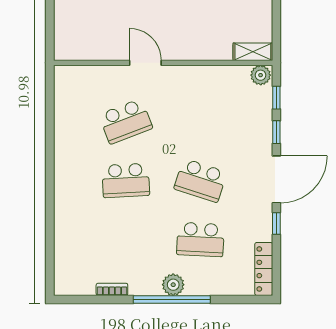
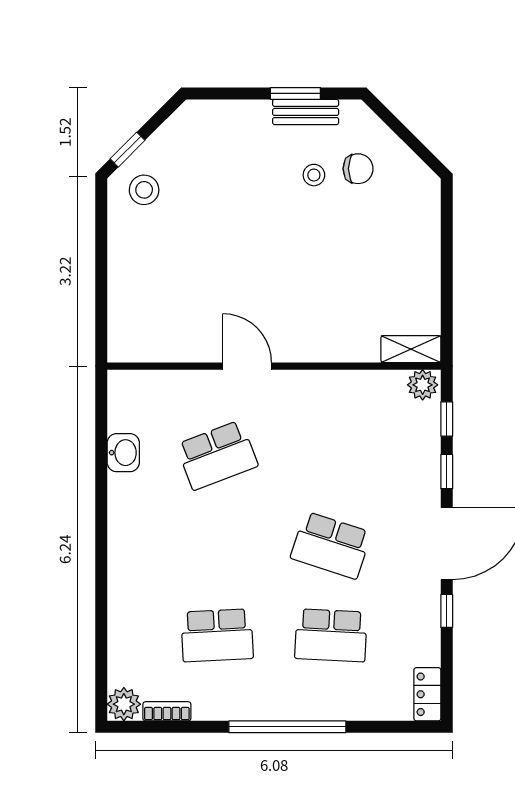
washbasin: (64, 120) -> (123, 453), added
school desk: (126, 180) -> (217, 635), moved
locker: (264, 269) -> (427, 694), width x0.66
plant: (173, 285) -> (124, 704), moved
bookcase: (112, 289) -> (167, 711), moved

